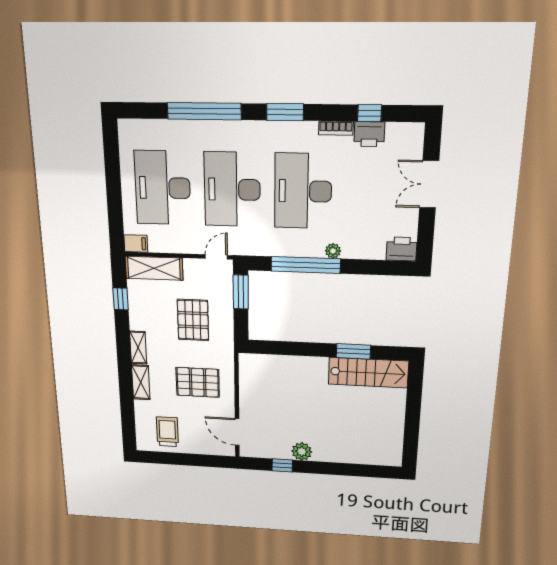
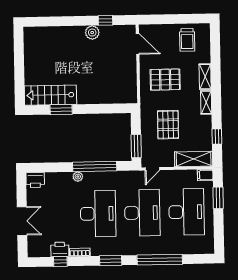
window: (115, 208) -> (218, 198), added

